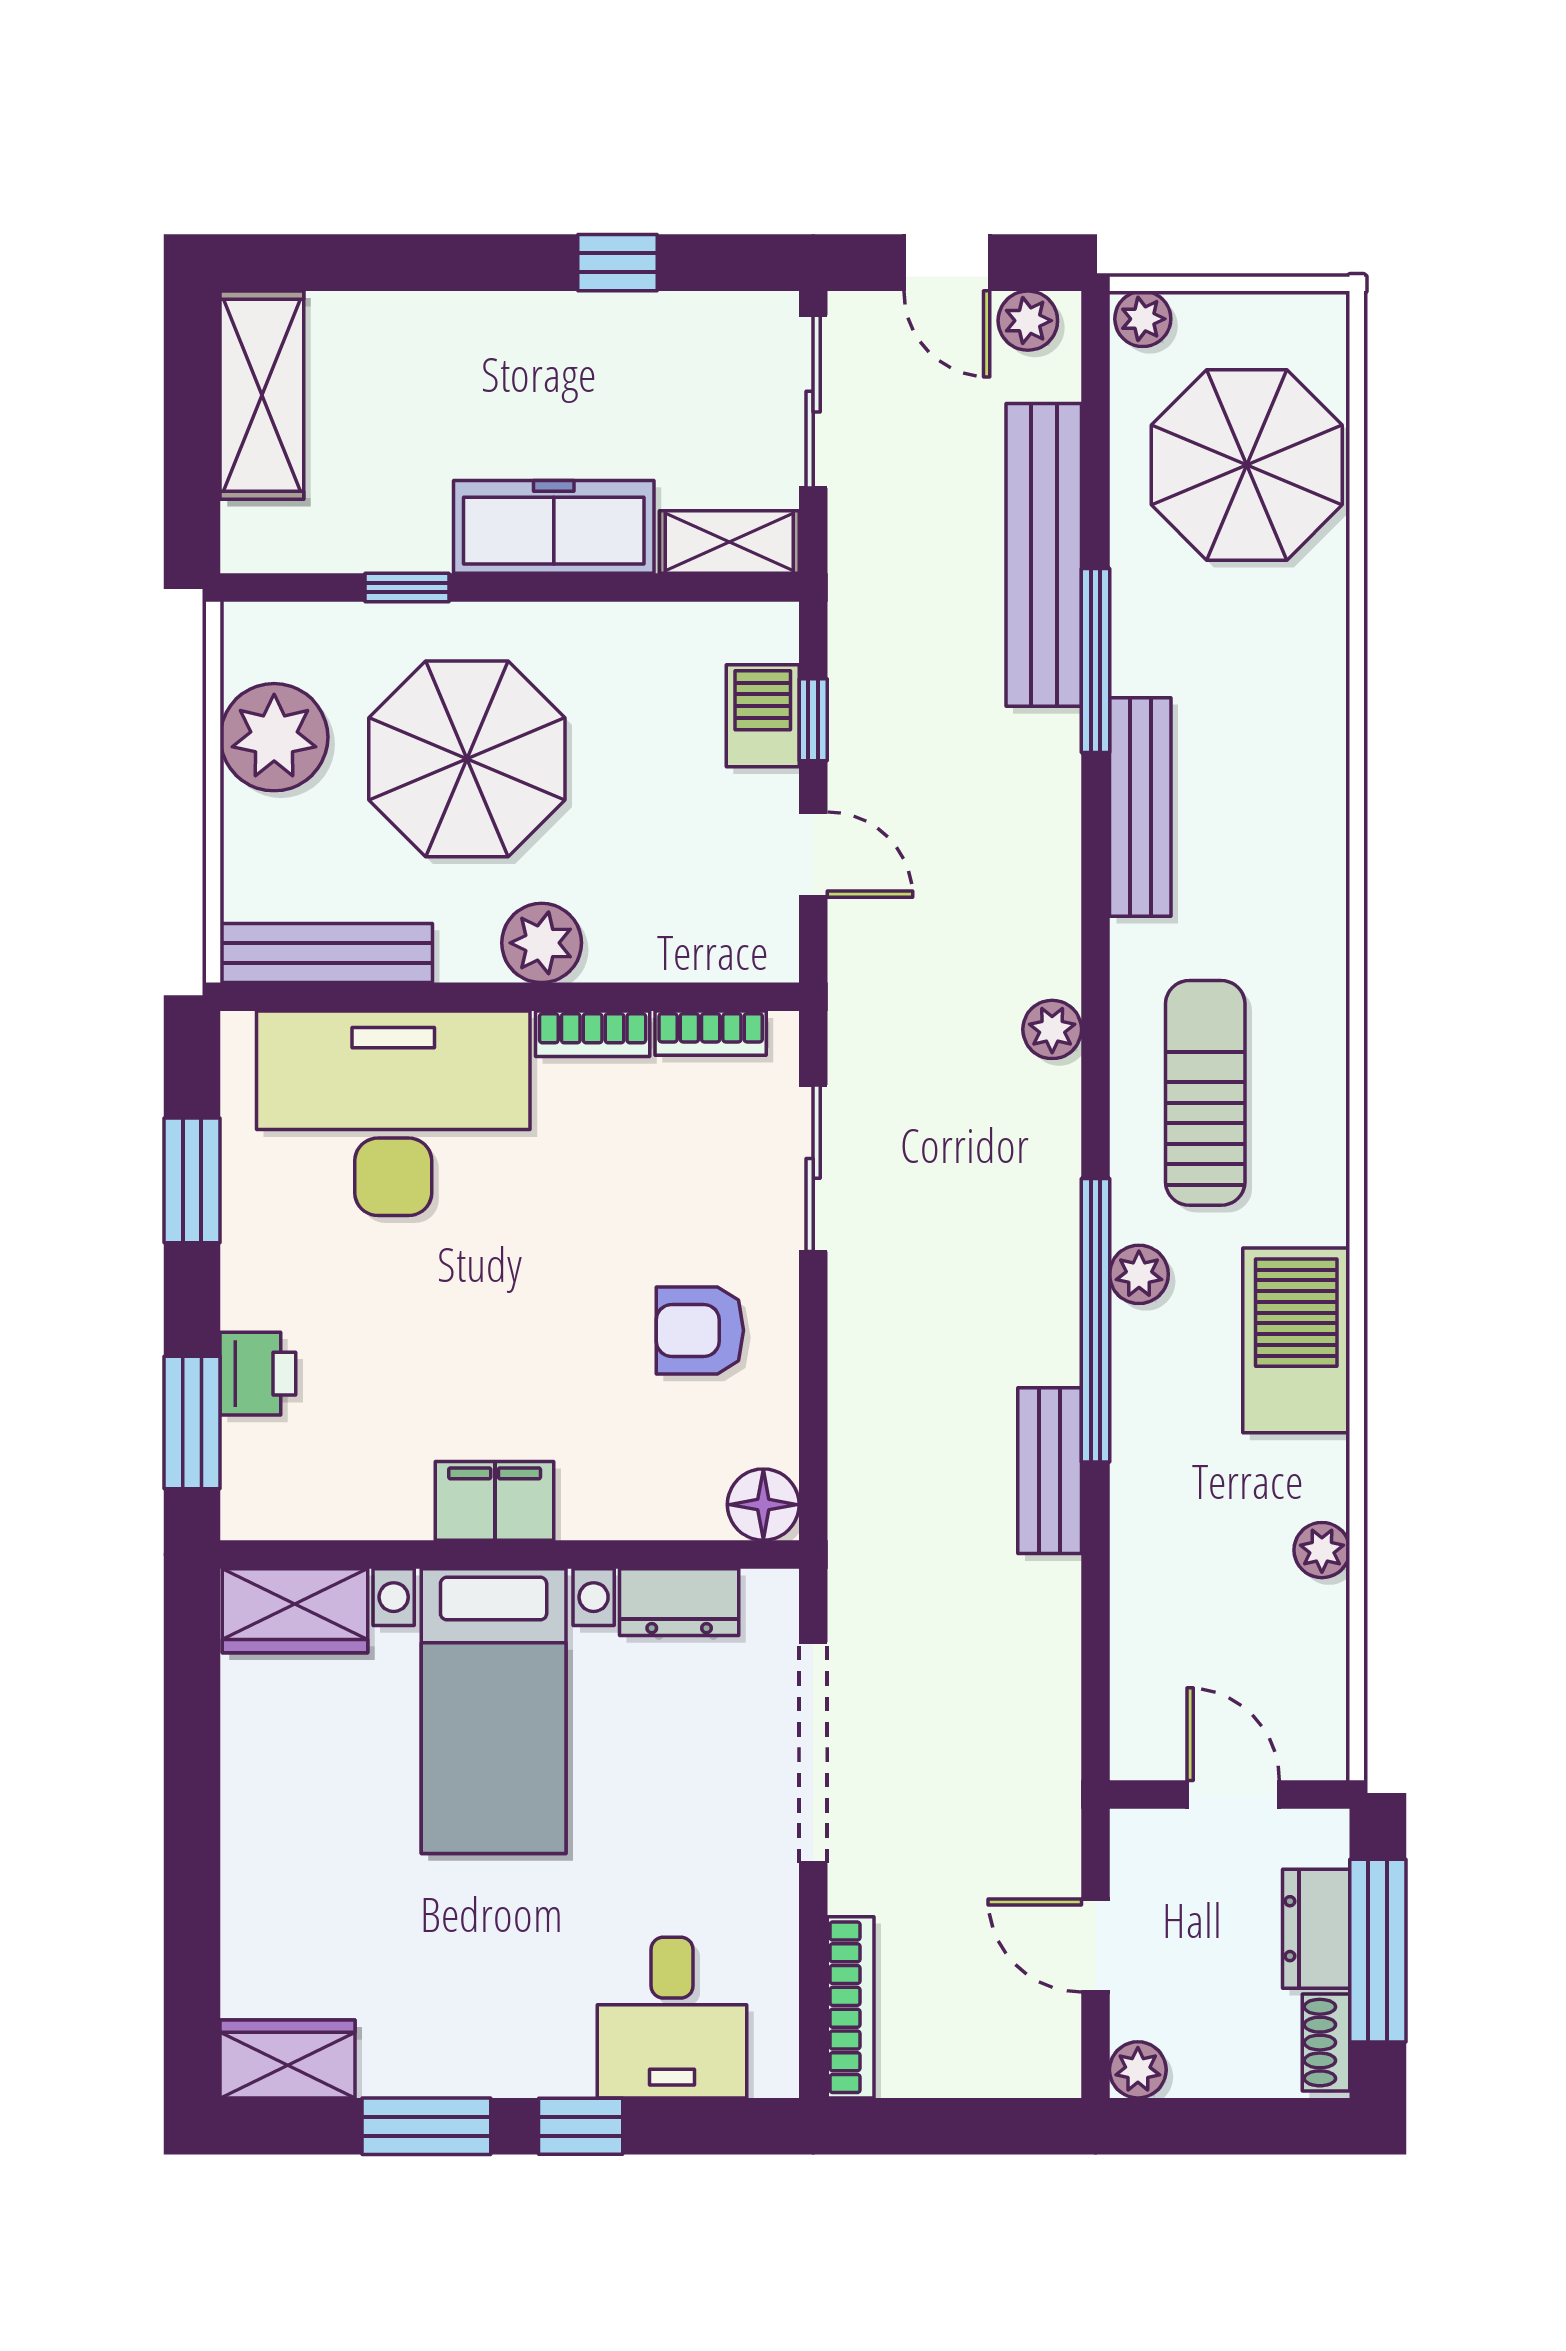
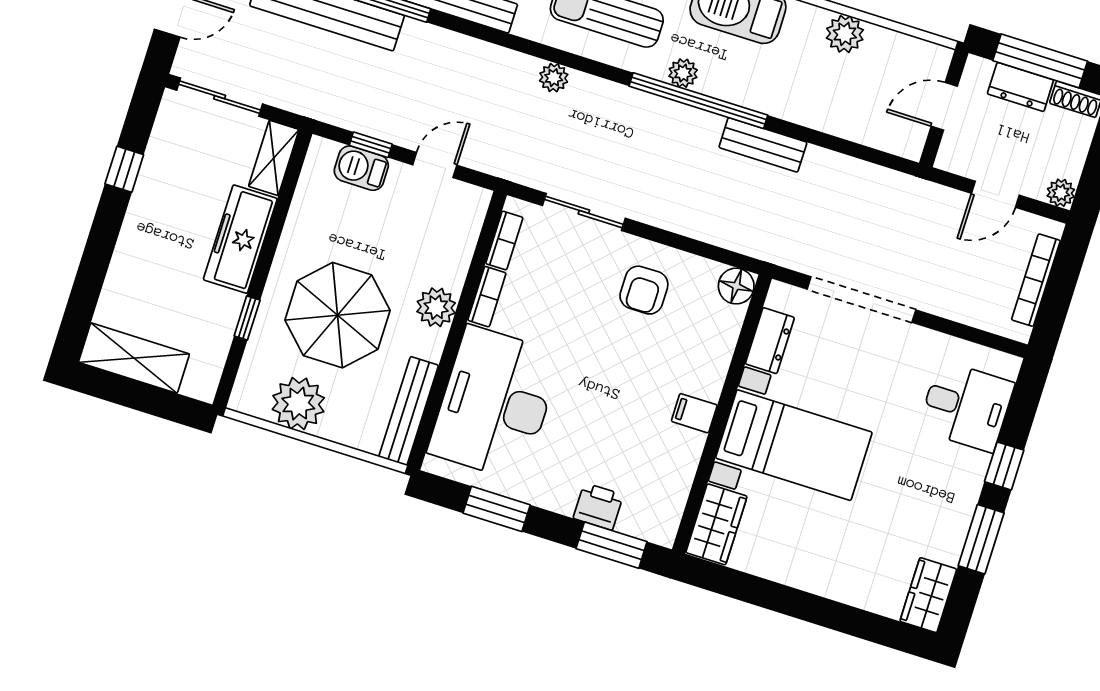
filing cabinet: (495, 1501) -> (694, 413), width x0.50
plant: (1322, 1550) -> (845, 34), width x1.38, depth x1.38
bookcase: (851, 2007) -> (1036, 280), moved, turned -90

